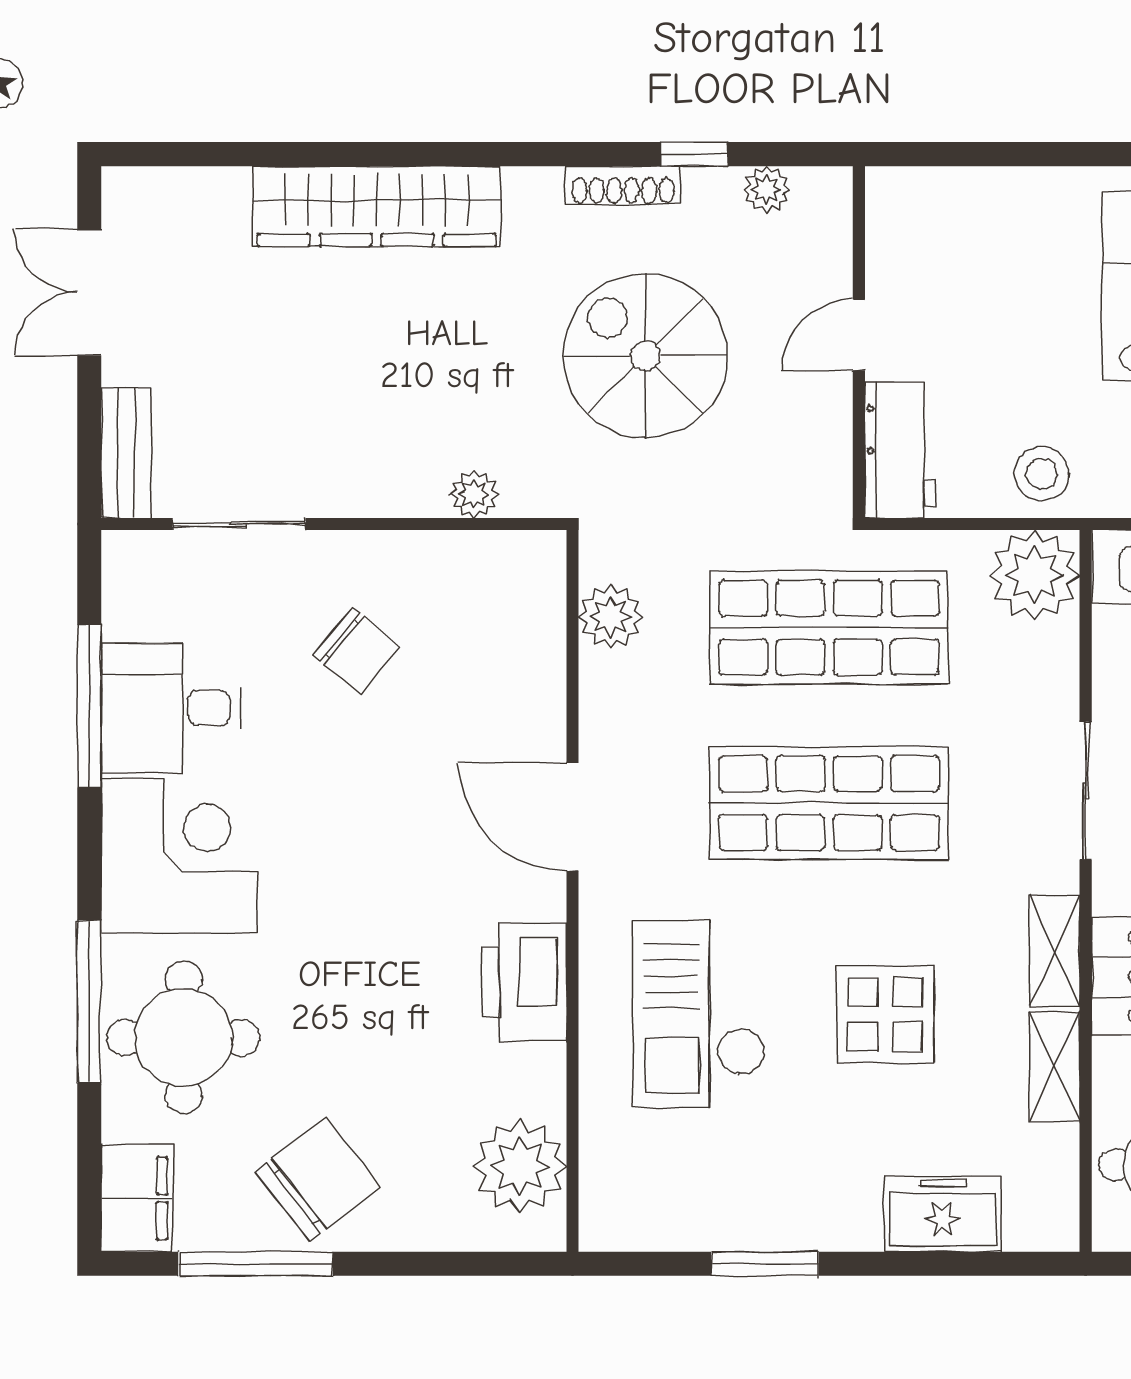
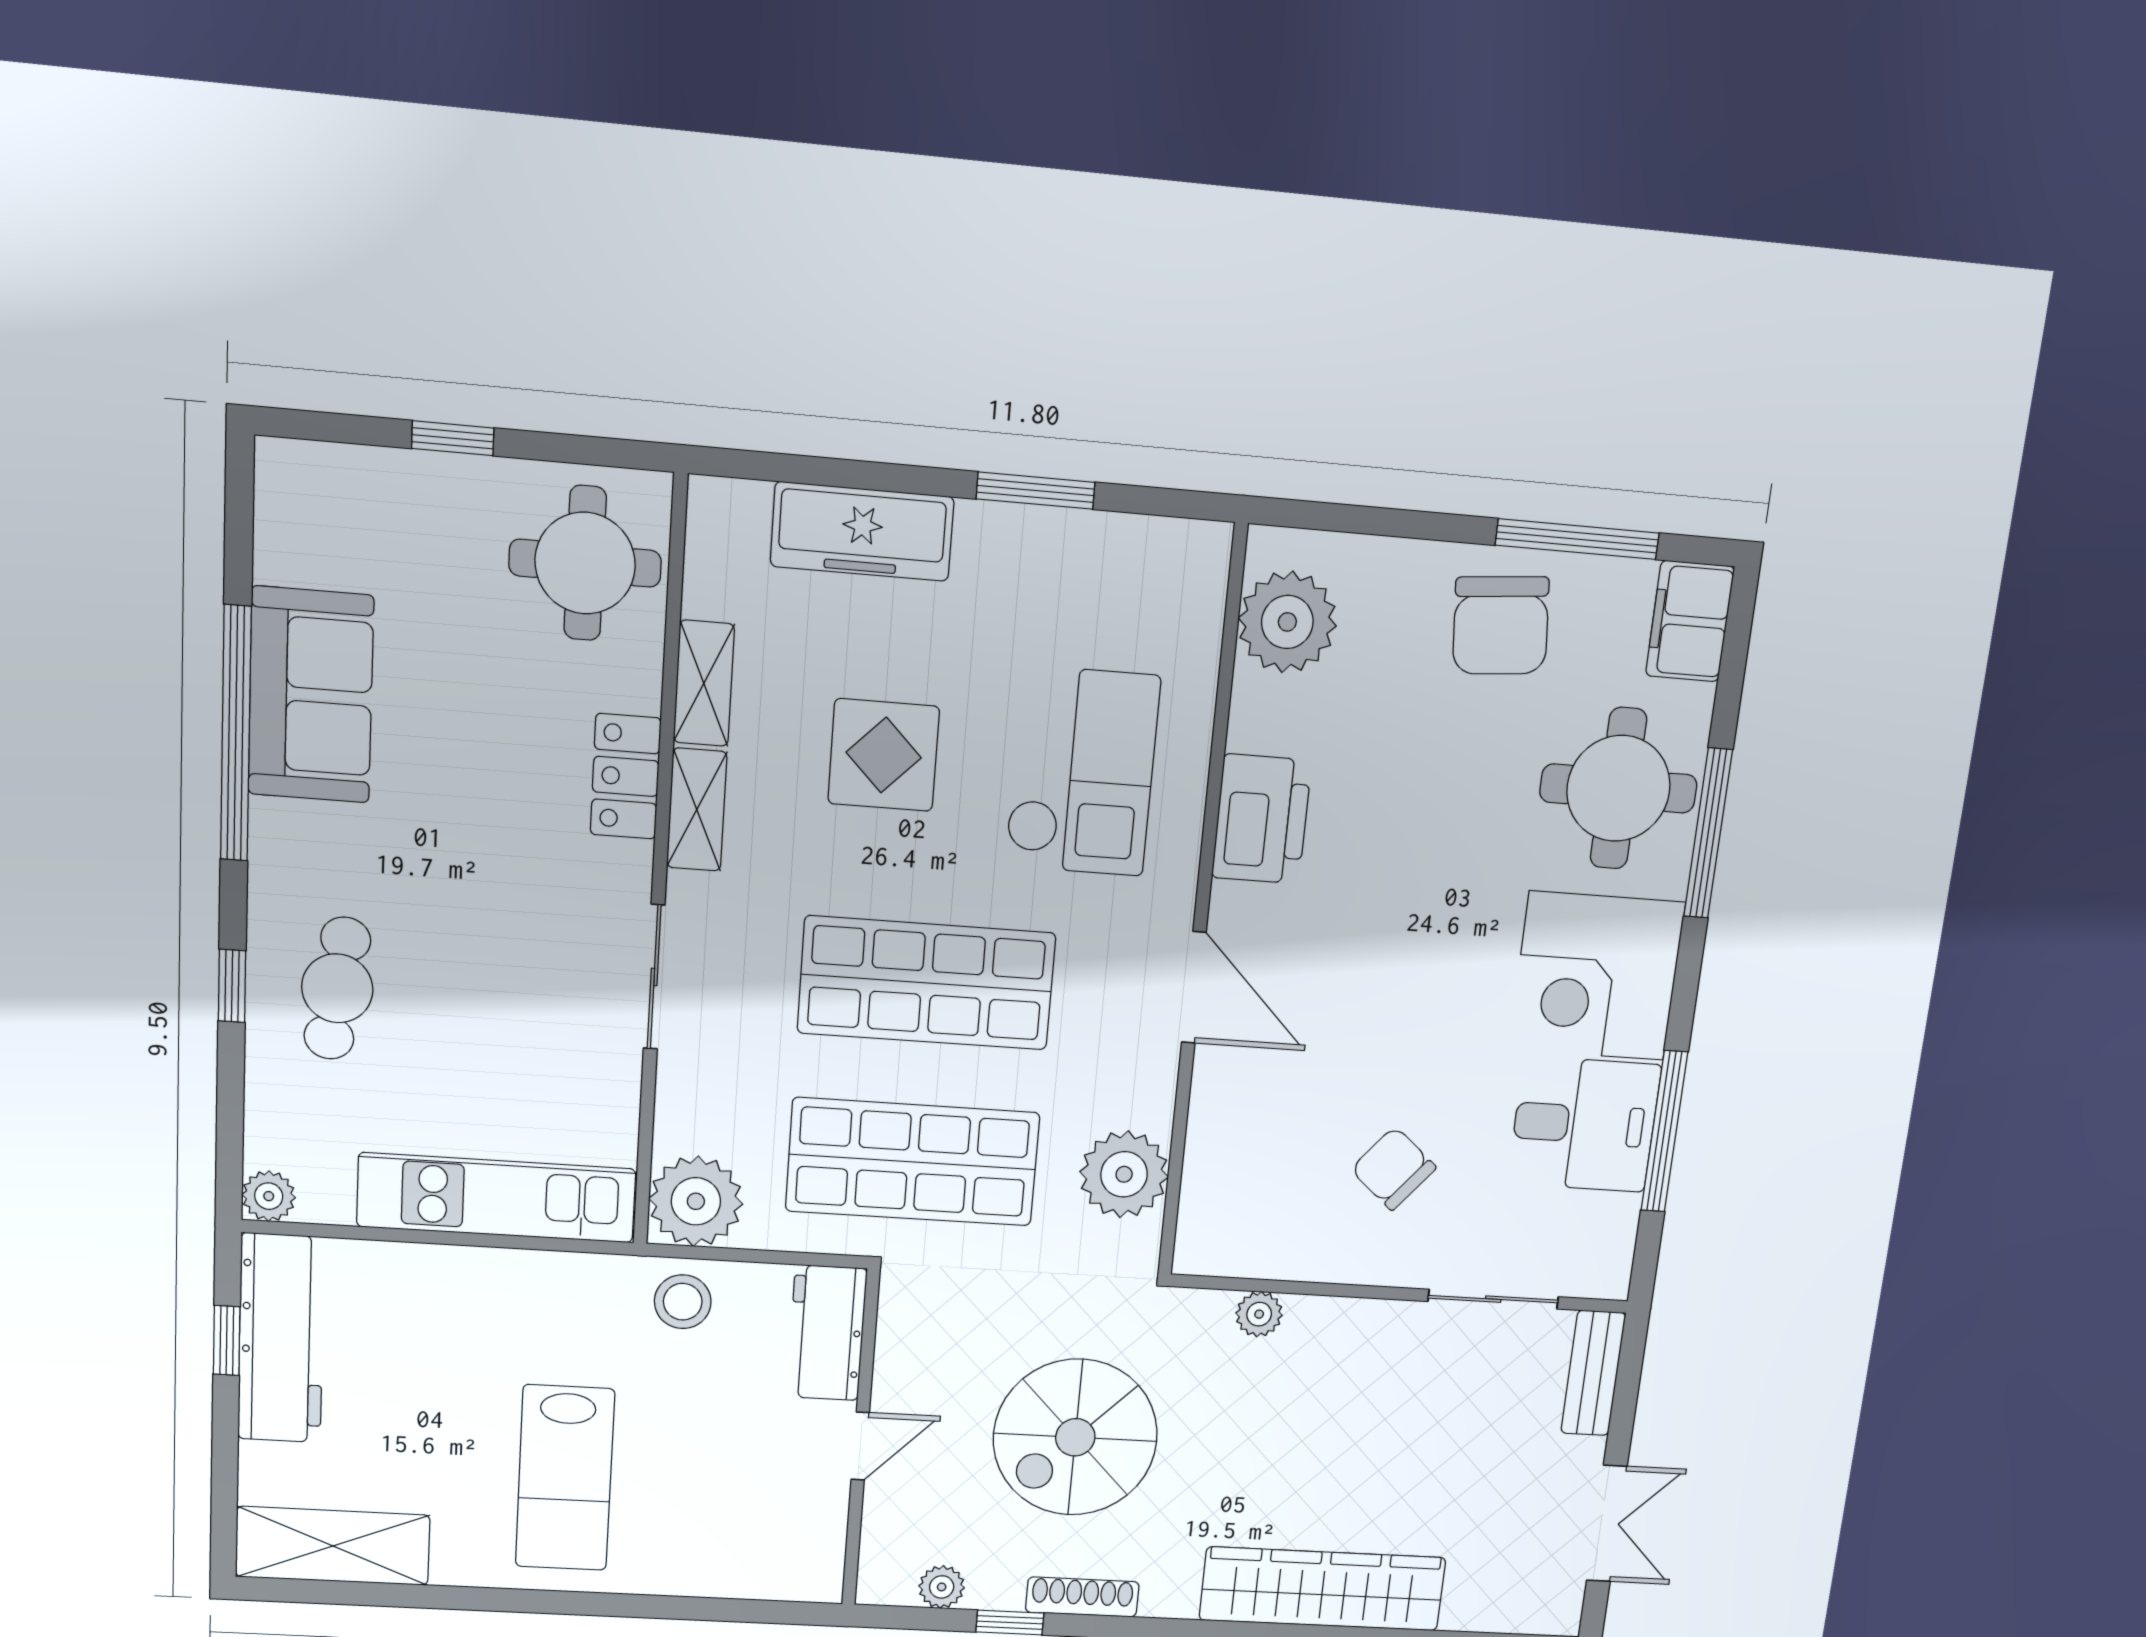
spiral stairs: (645, 356) -> (1075, 1437), turned 90
plant: (611, 617) -> (1124, 1174), width x1.36, depth x1.36
chair: (318, 1179) -> (1501, 626), turned -57
freezer: (943, 1214) -> (862, 532), width x1.40

